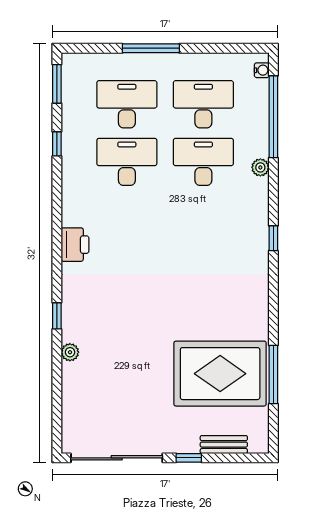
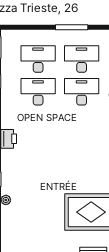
window: (151, 48) -> (72, 27), moved

